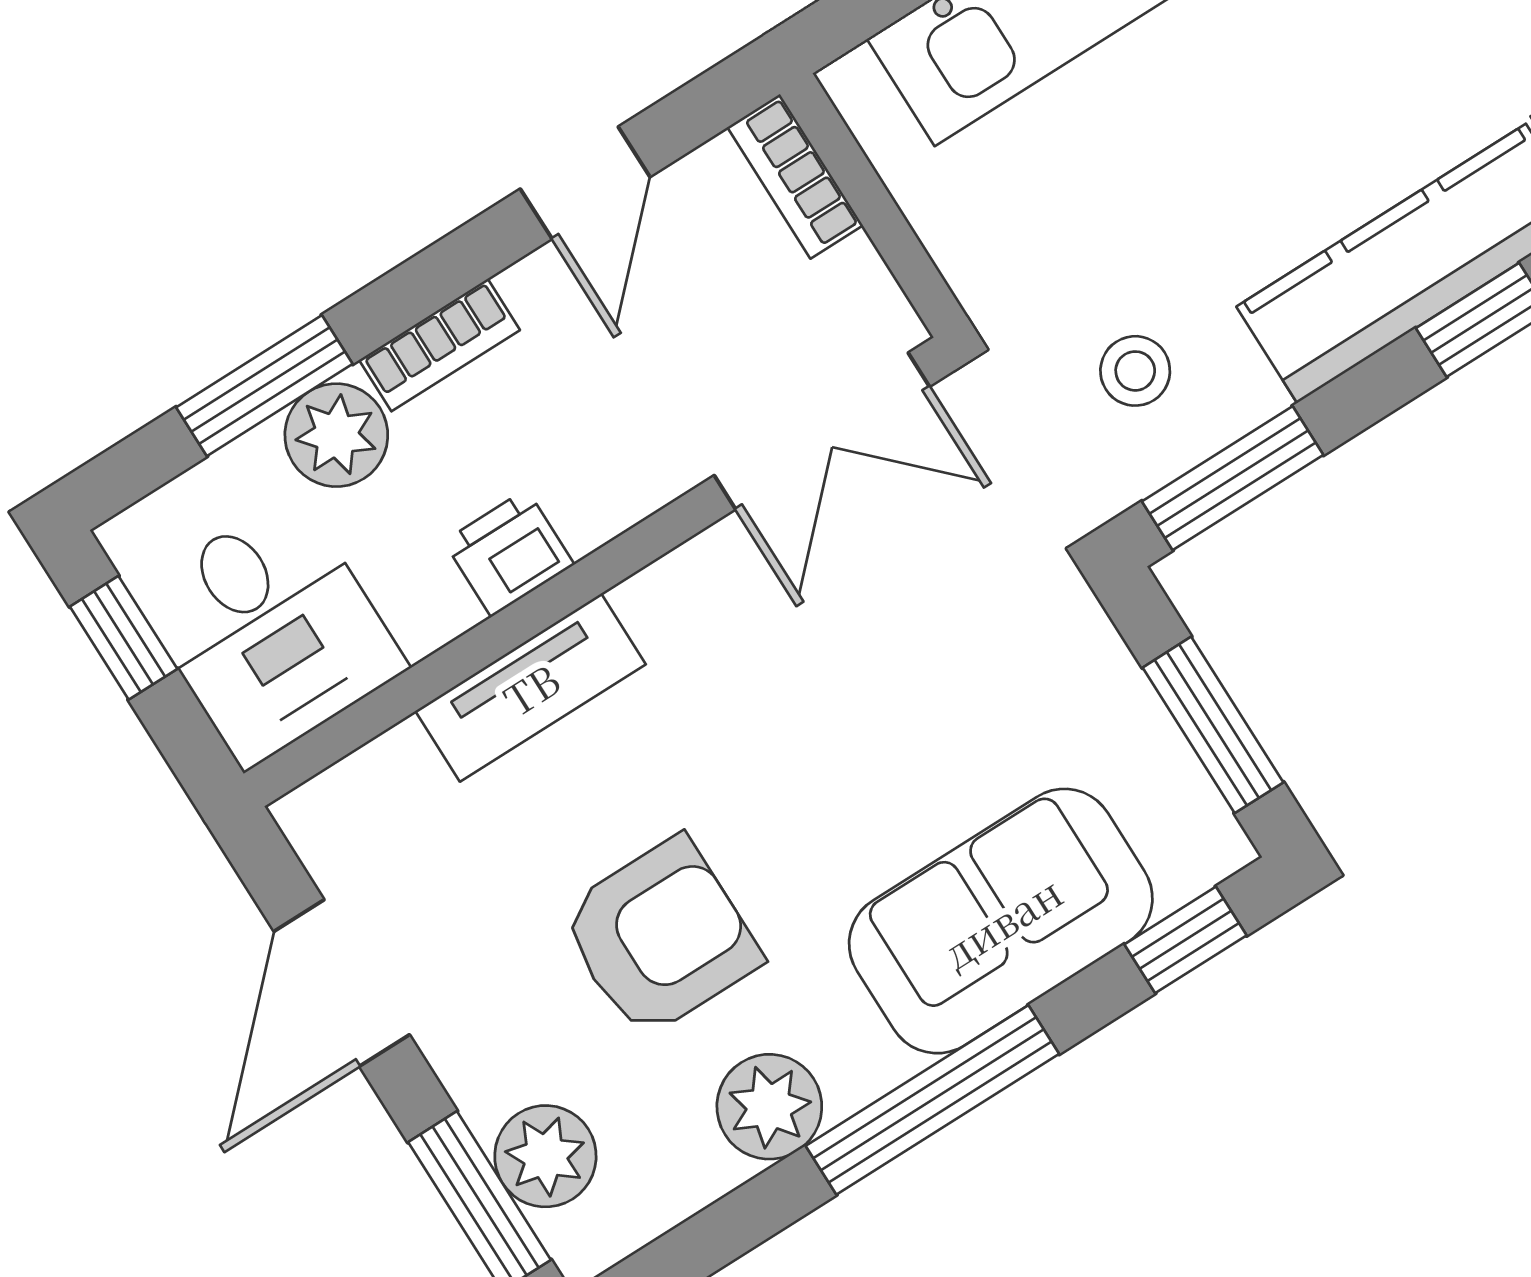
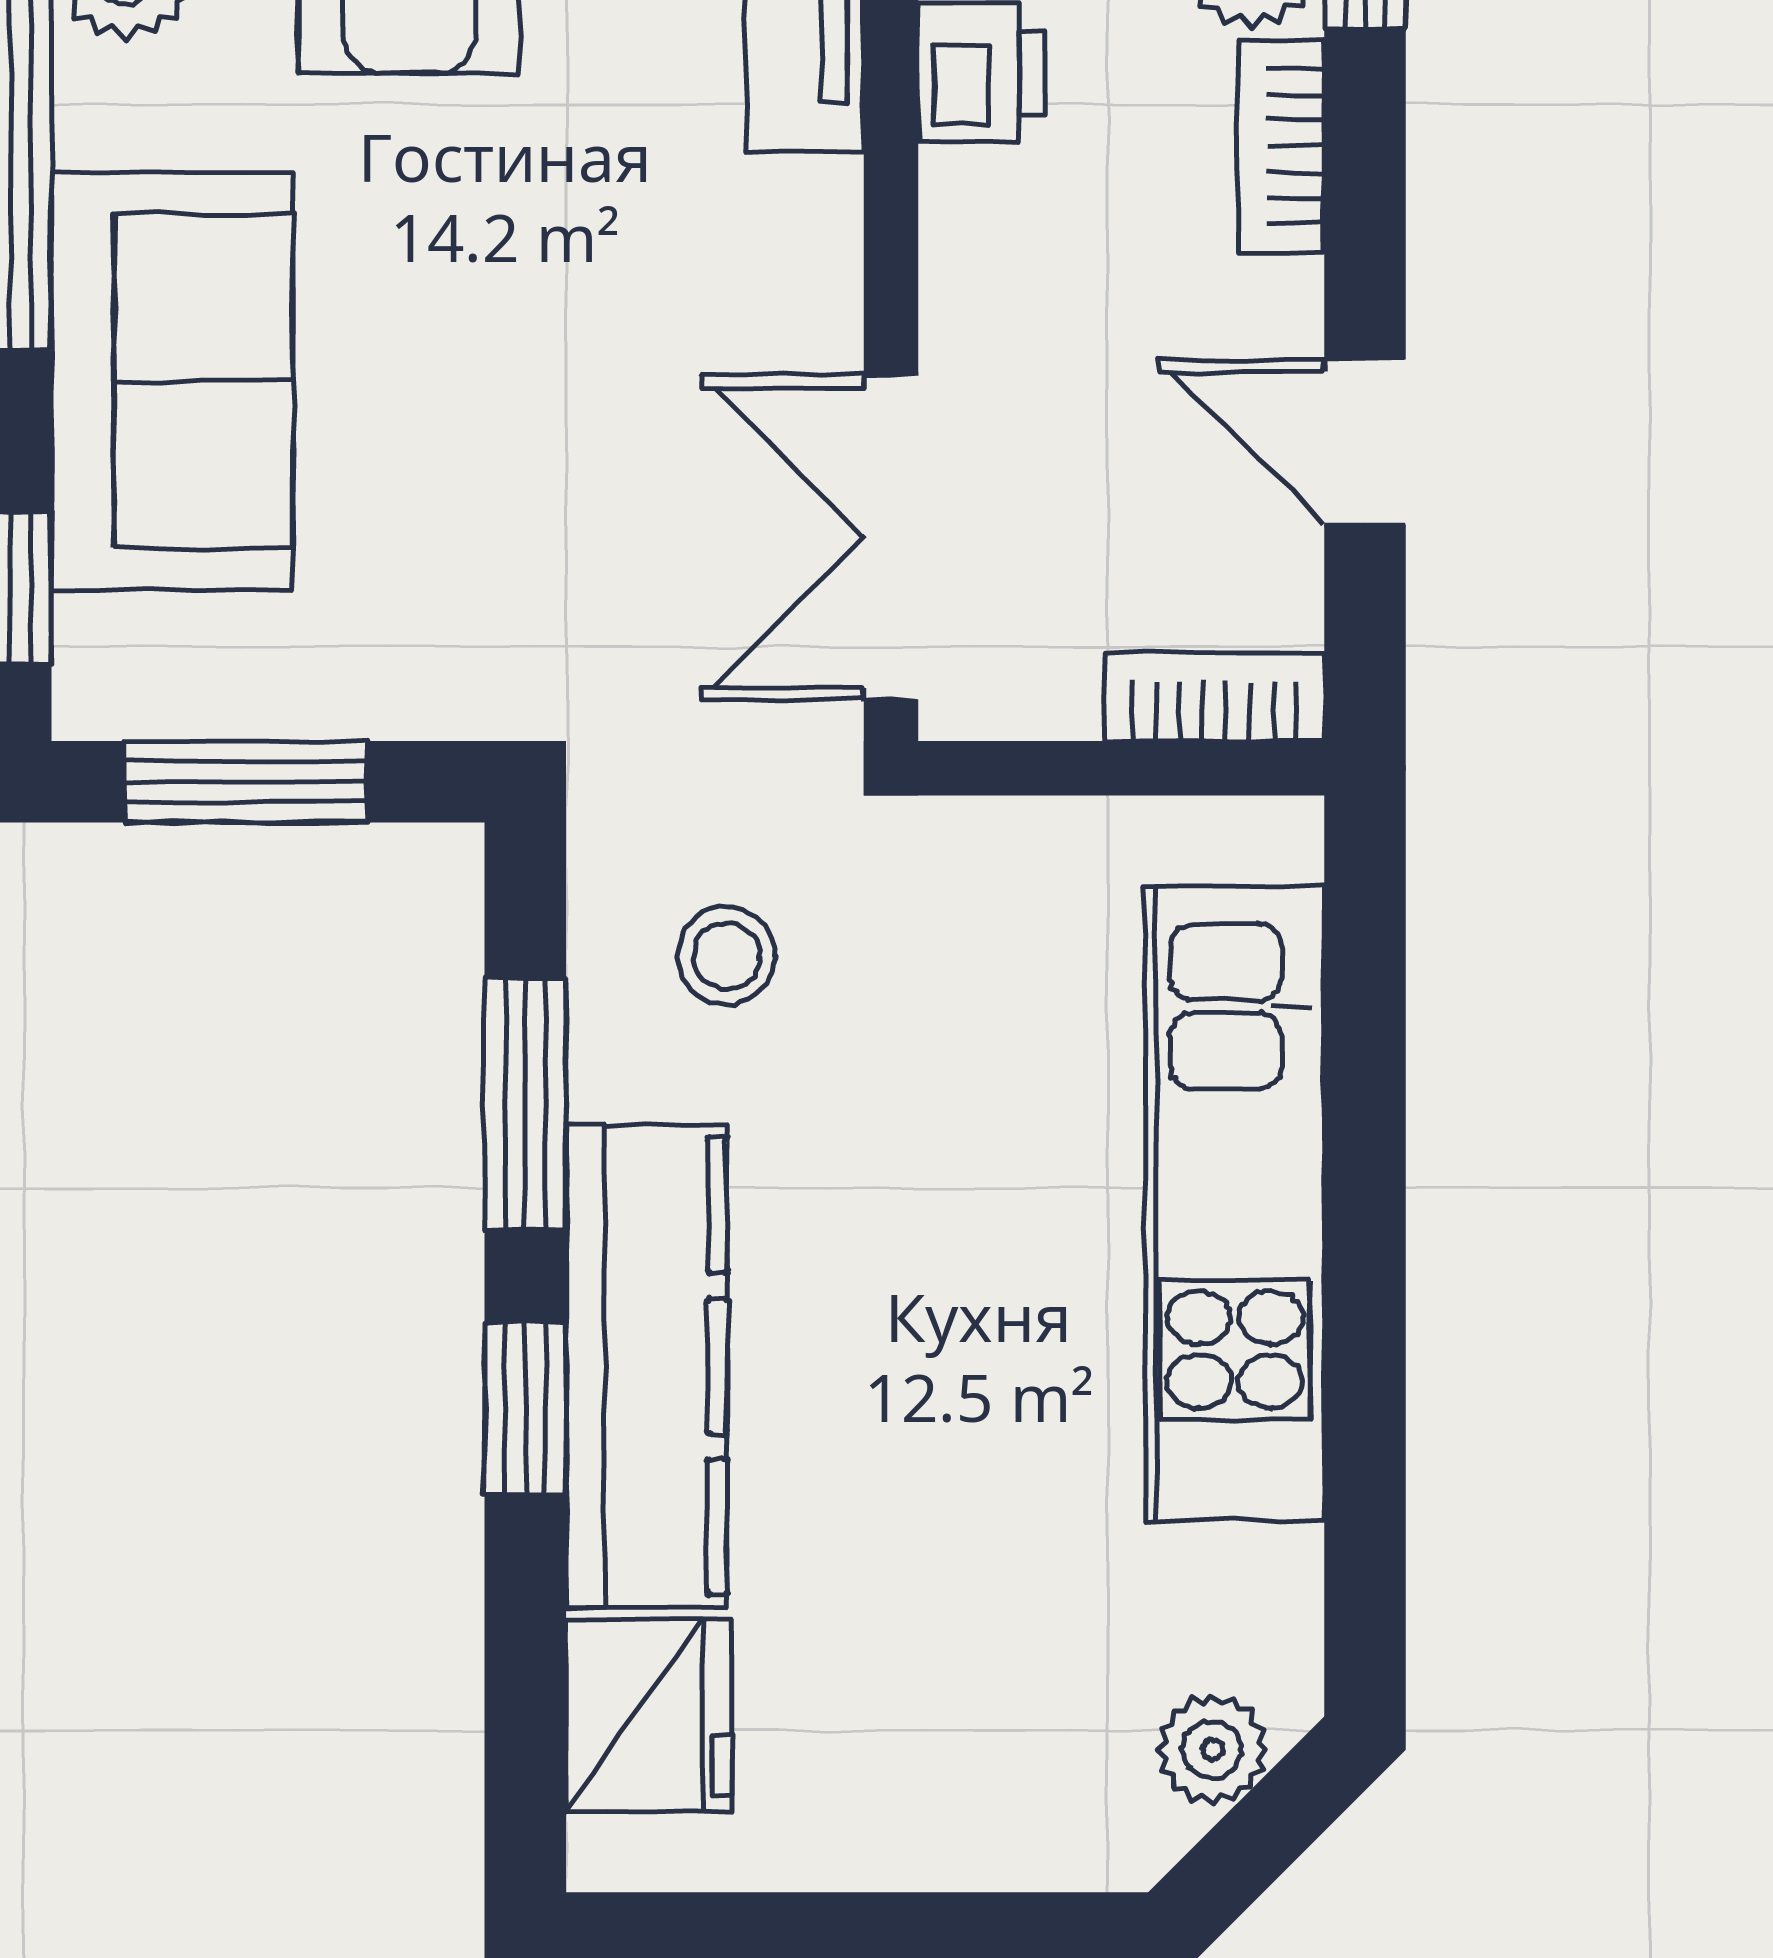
window: (1233, 478) -> (525, 1104), moved

